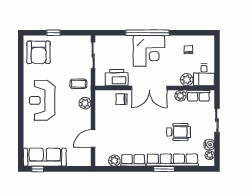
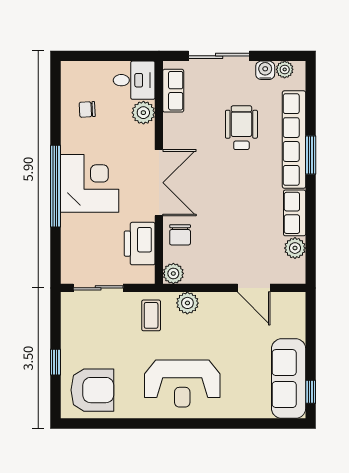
plant: (180, 96) -> (173, 273), moved
sliding door: (217, 120) -> (219, 56), width x1.37

